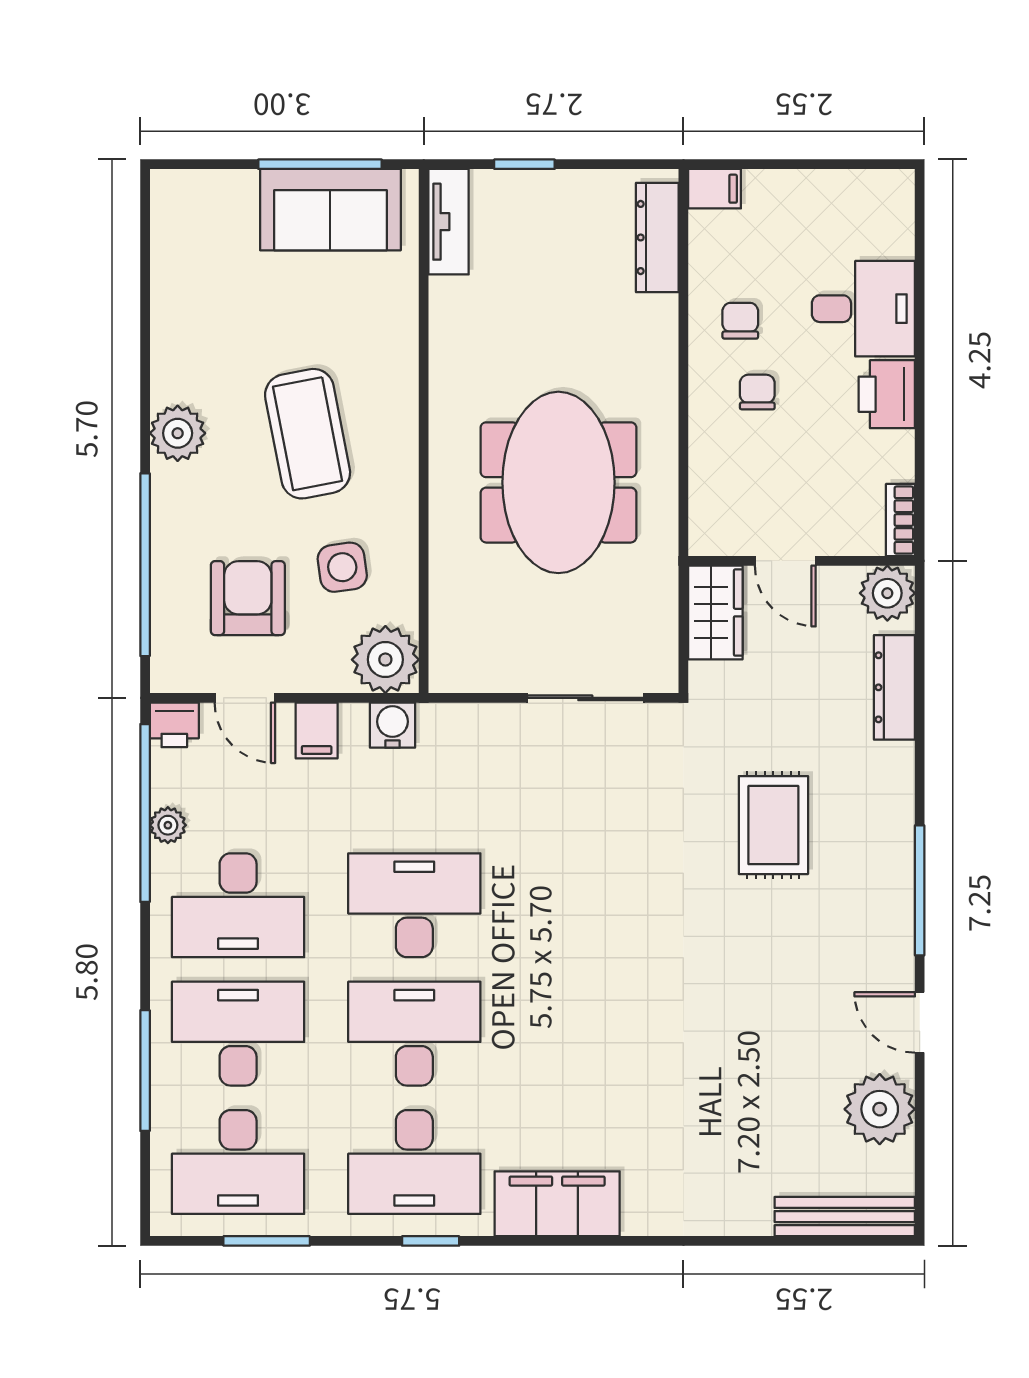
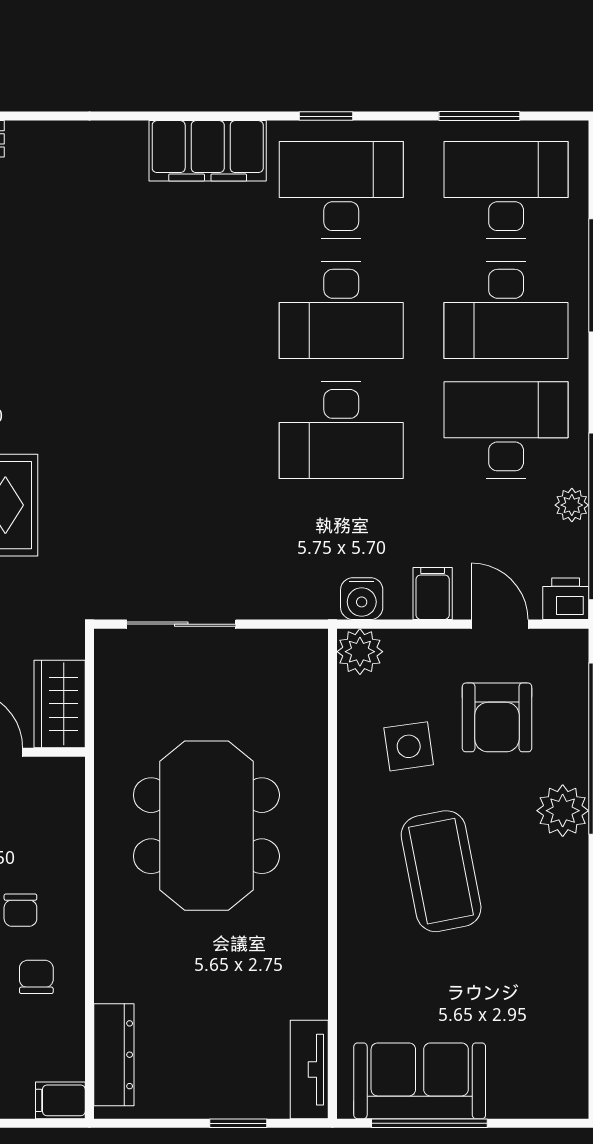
chair: (740, 321) -> (36, 977), turned 180
plant: (178, 433) -> (563, 811), moved
plant: (385, 660) -> (360, 652), width x0.73, depth x0.73

